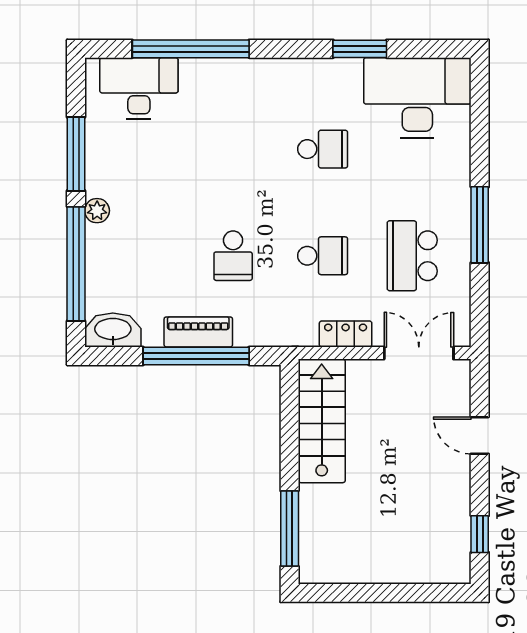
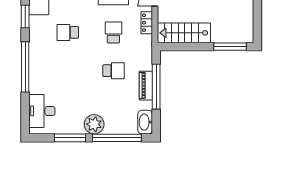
window: (191, 49) -> (25, 67), moved
school desk: (323, 149) -> (68, 32), turned -90
plant: (97, 211) -> (94, 124), width x1.88, depth x1.88

